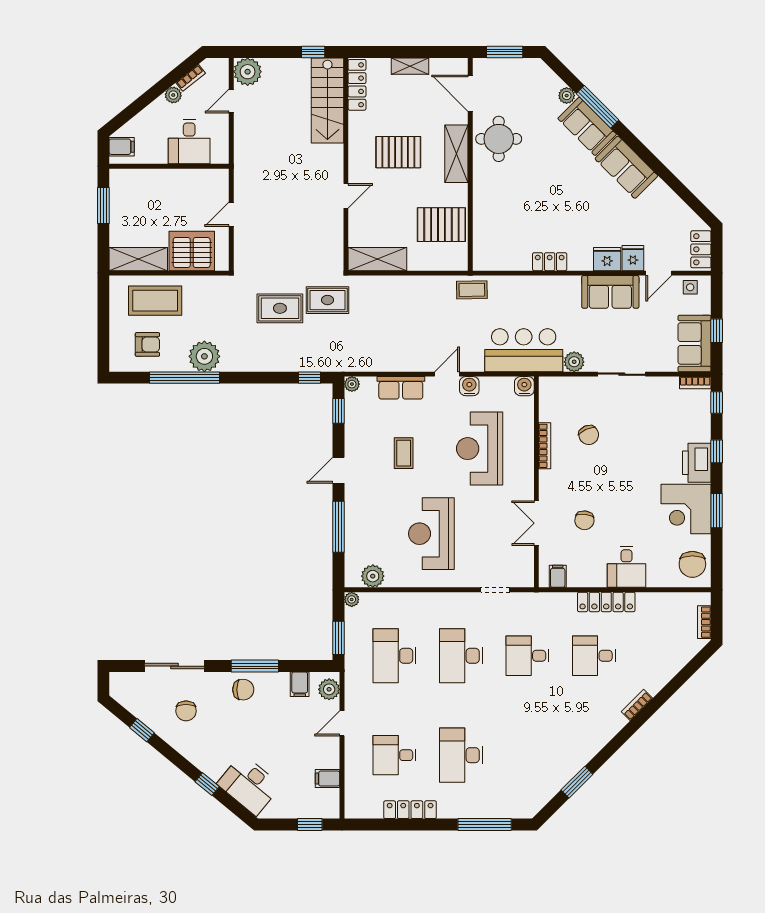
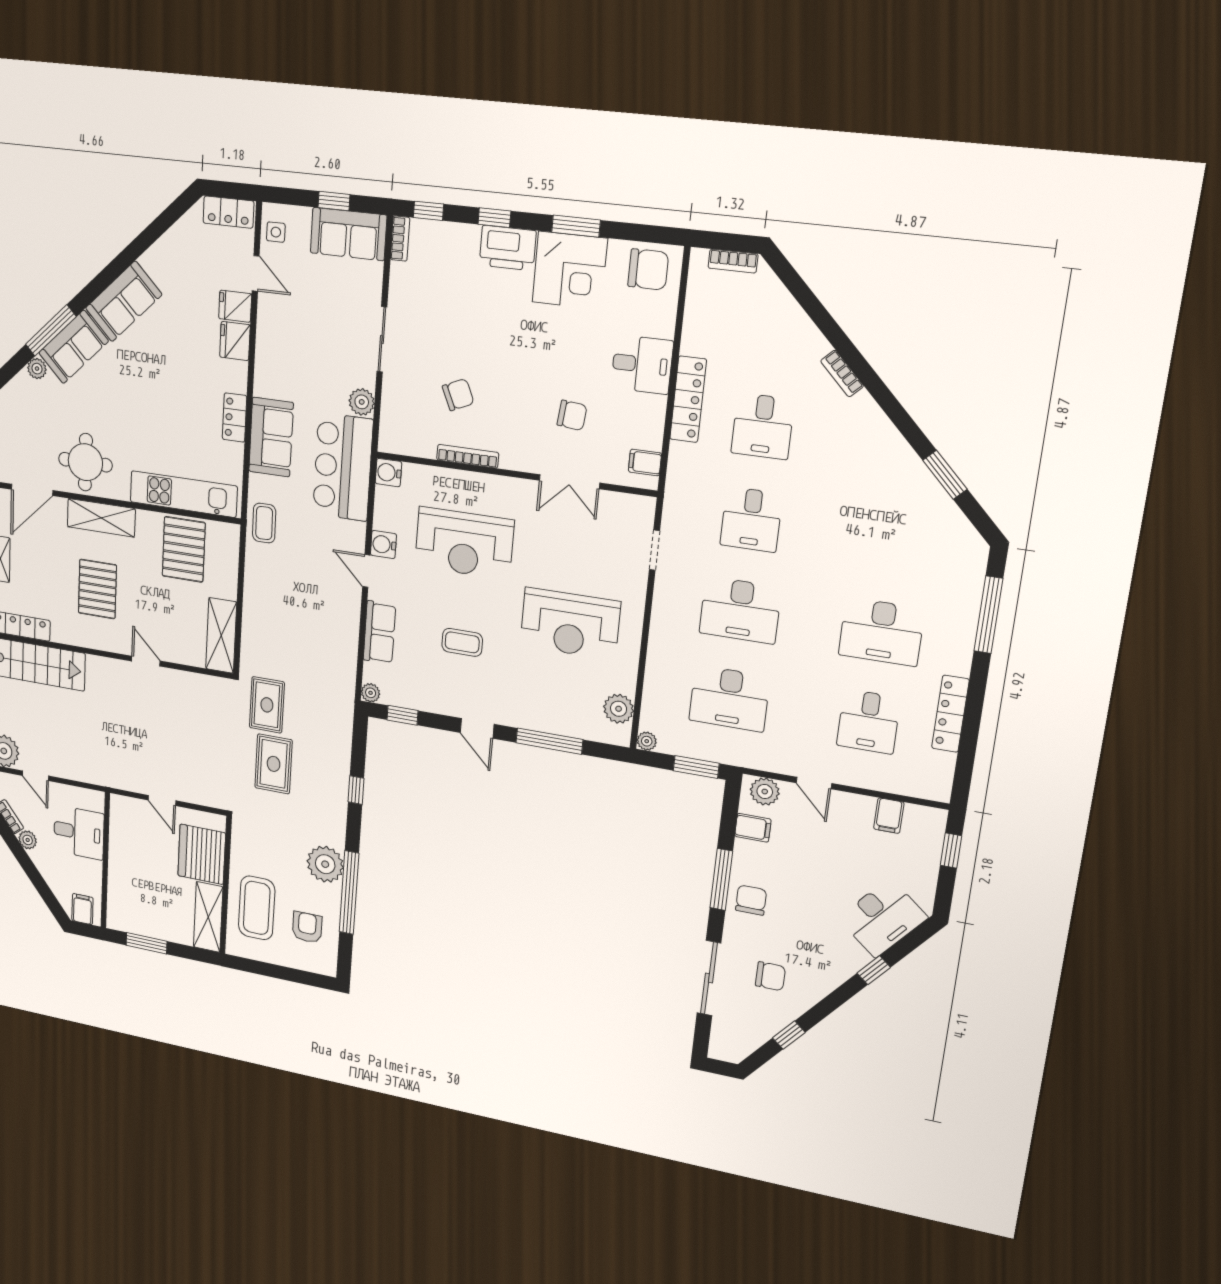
kitchen unit: (485, 223) -> (183, 494), added
sofa: (610, 292) -> (271, 437), moved
window: (309, 378) -> (356, 790), moved

